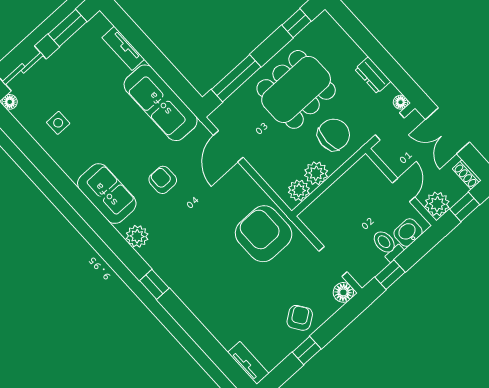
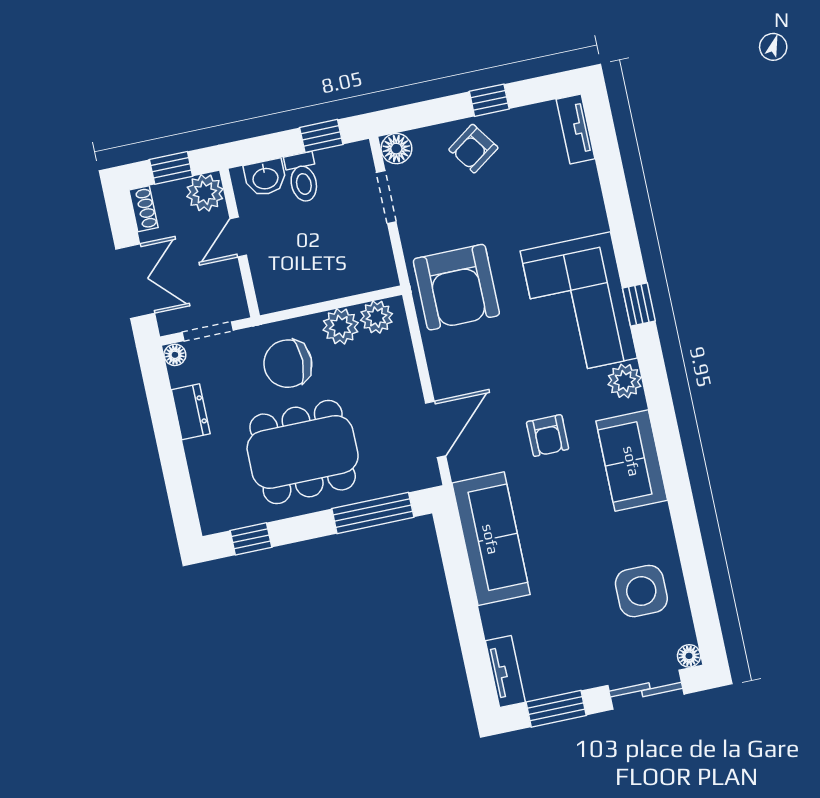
tv unit: (123, 48) -> (505, 671), moved
side table: (58, 123) -> (641, 591), width x1.87, depth x1.87
corner sofa: (188, 264) -> (579, 304), added

